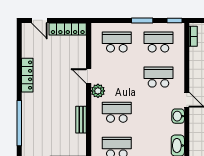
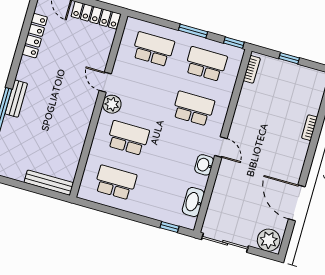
locker: (27, 75) -> (35, 36), moved
bench: (81, 120) -> (16, 99), moved

